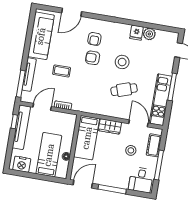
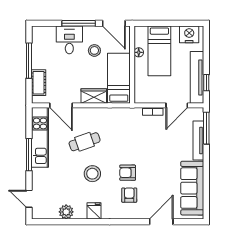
fridge: (137, 33) -> (94, 211), moved
armchair: (93, 58) -> (128, 173), turned 180
coffee table: (62, 71) -> (161, 151), removed
stool: (131, 150) -> (94, 50), moved
desk: (141, 180) -> (69, 40), moved
door: (83, 184) -> (114, 23), hinge flipped

